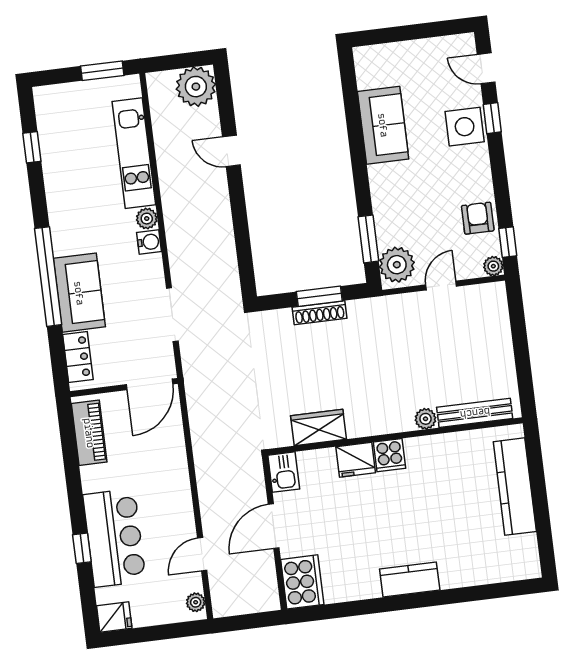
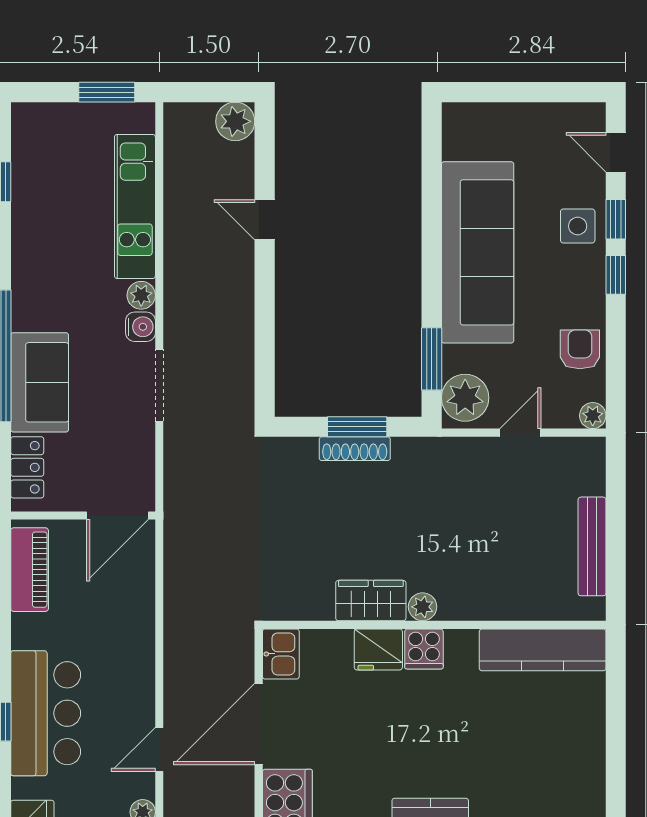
plant: (196, 87) -> (235, 121), width x0.73, depth x0.73
sofa: (383, 125) -> (478, 252), width x1.85, depth x1.27
side table: (465, 127) -> (578, 226), width x0.73, depth x0.73
window: (508, 242) -> (616, 275), moved
doorway: (172, 315) -> (159, 385), moved
bench: (475, 413) -> (592, 546), moved, turned 90
plant: (426, 419) -> (423, 607), moved
wardrobe: (319, 427) -> (371, 601), moved
kitchen counter: (515, 487) -> (543, 650), moved, turned -90
door: (274, 526) -> (259, 724), width x1.36

